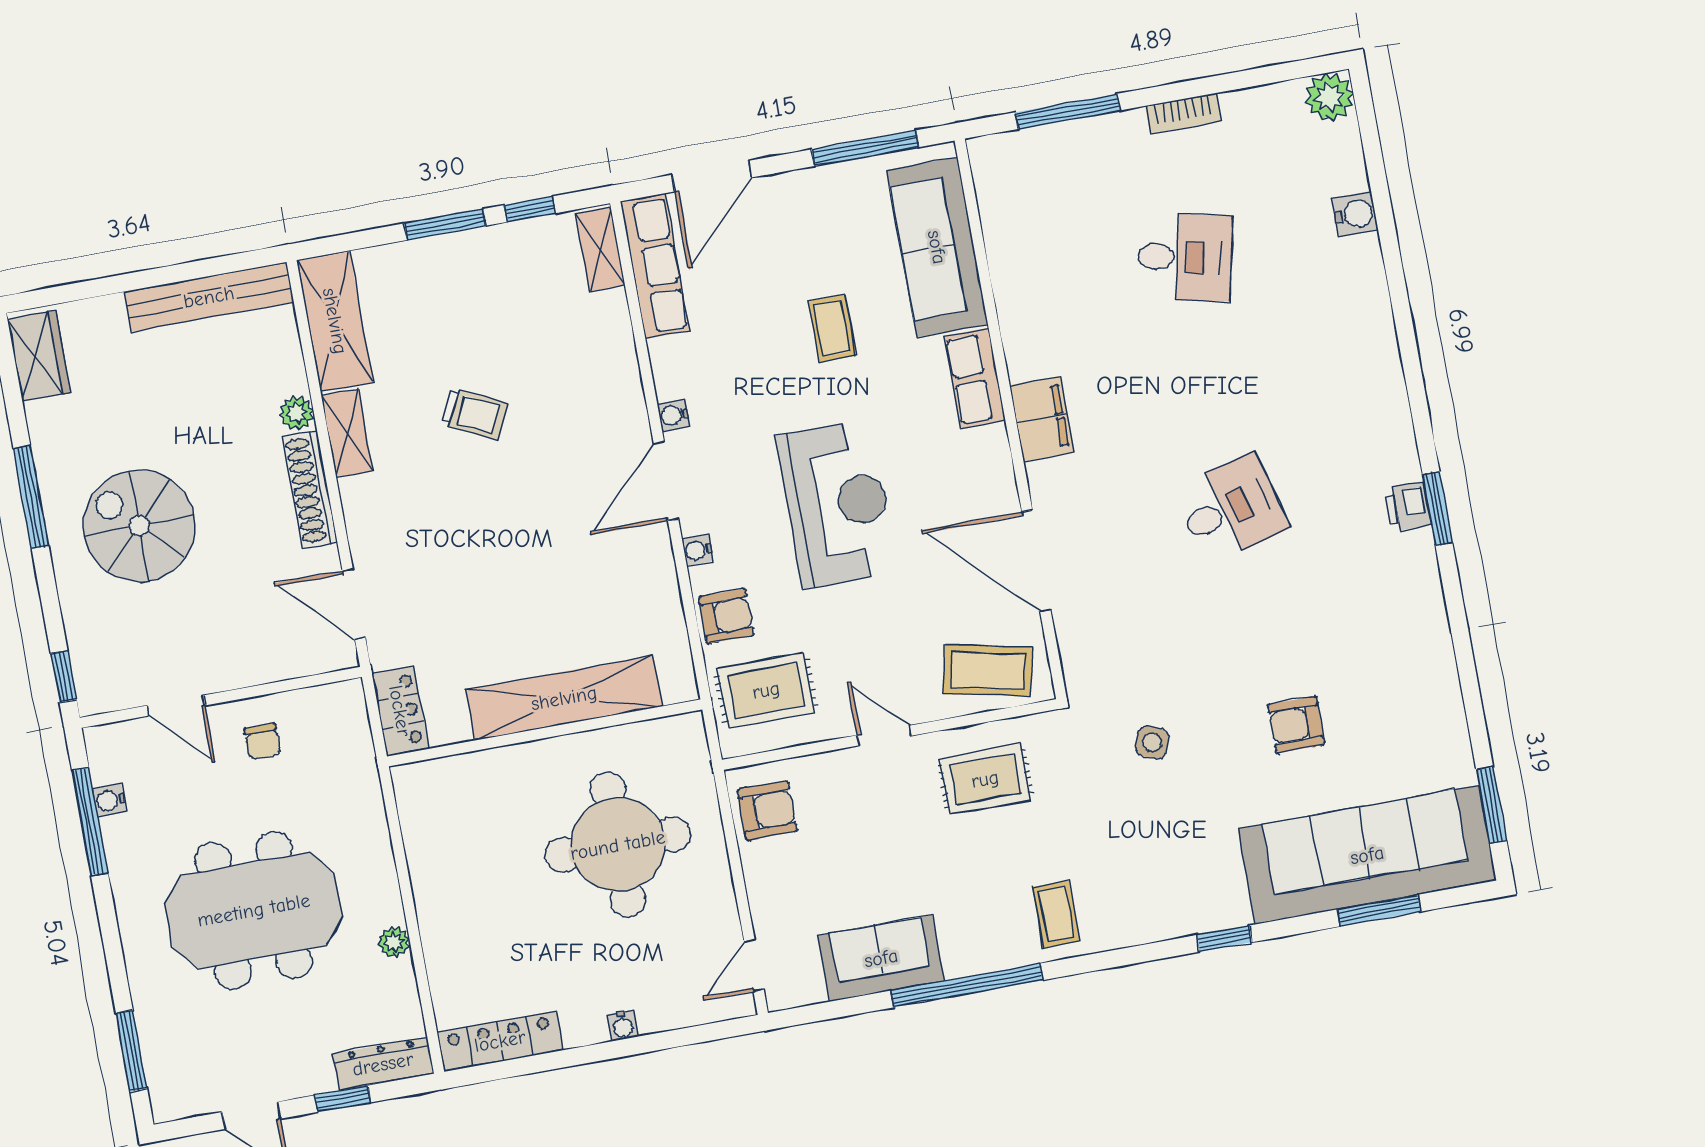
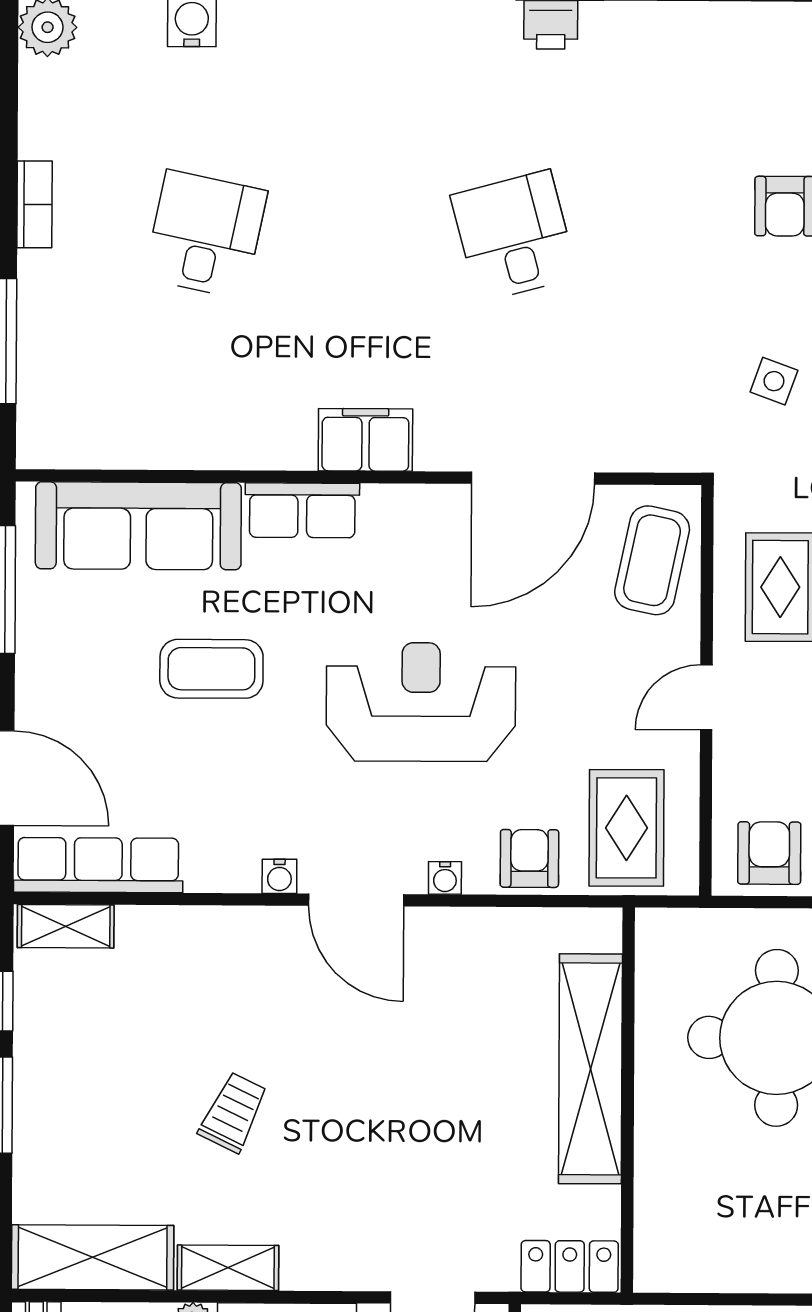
coffee table: (832, 328) -> (211, 669), width x1.36, depth x1.30

